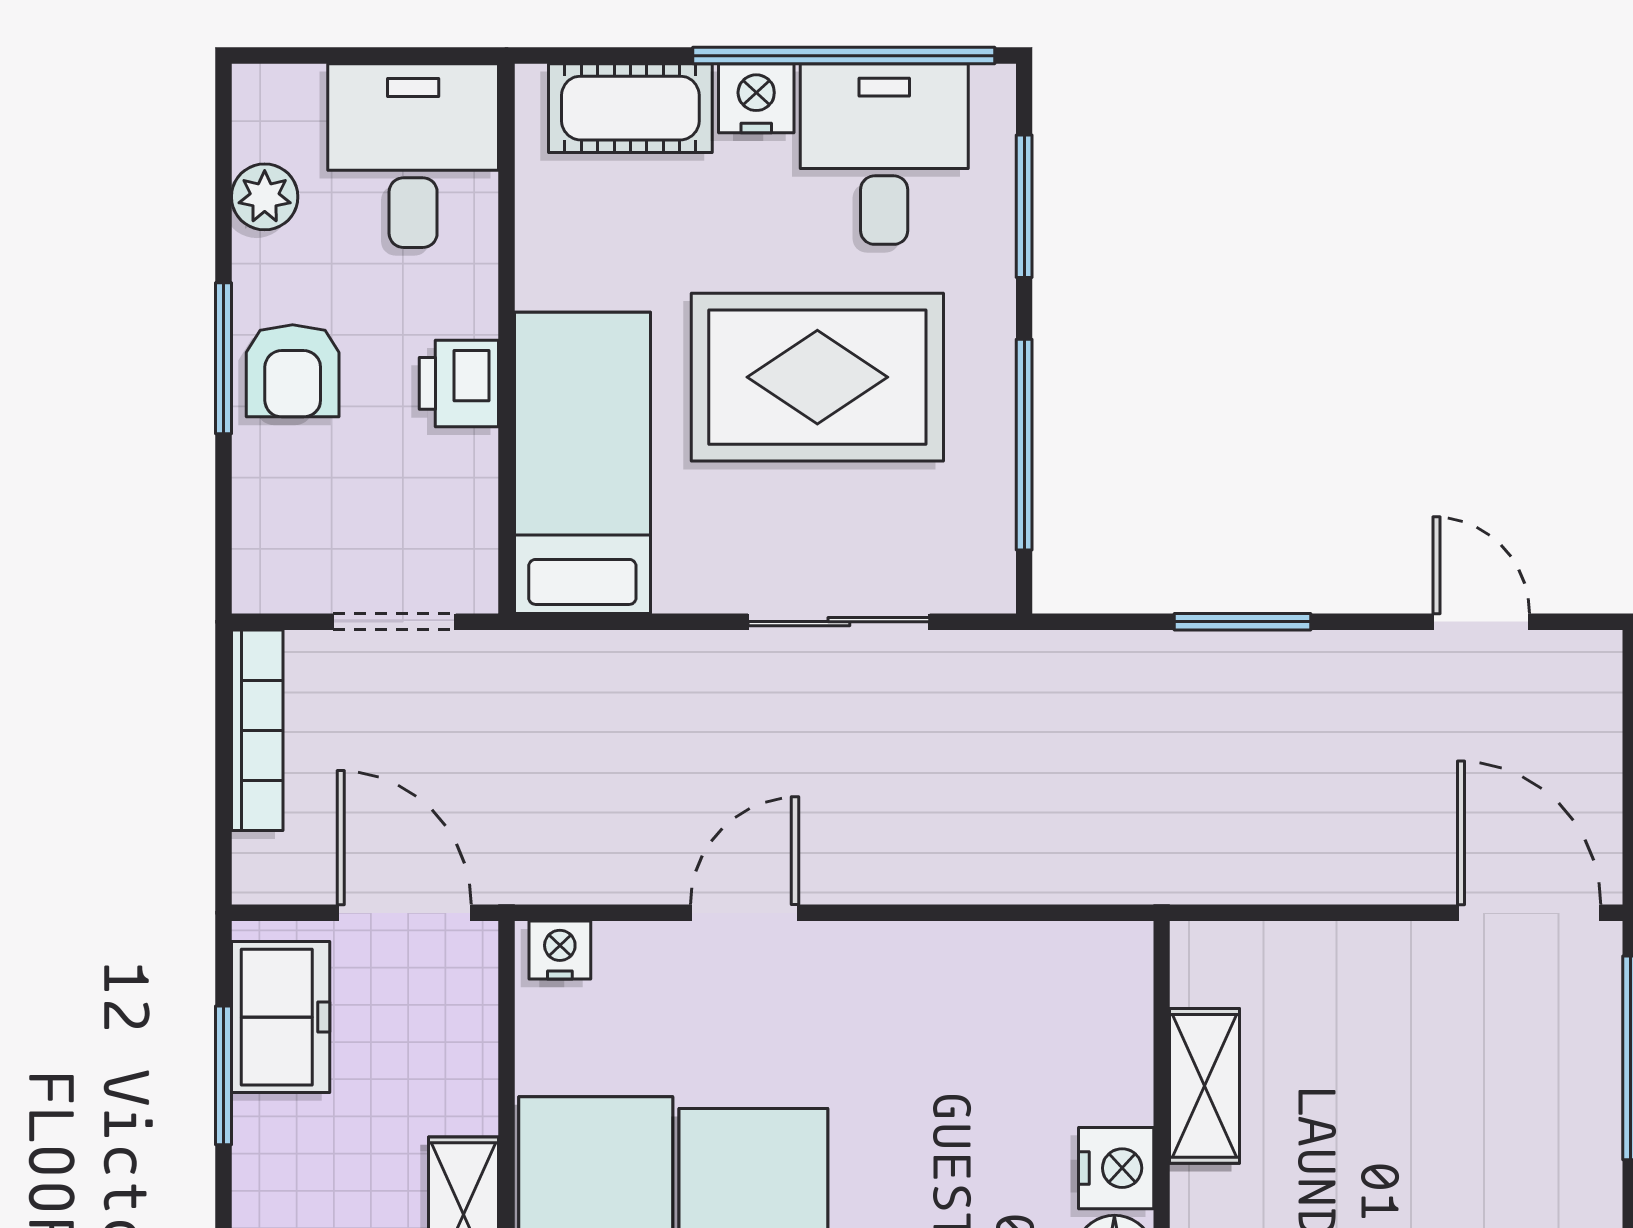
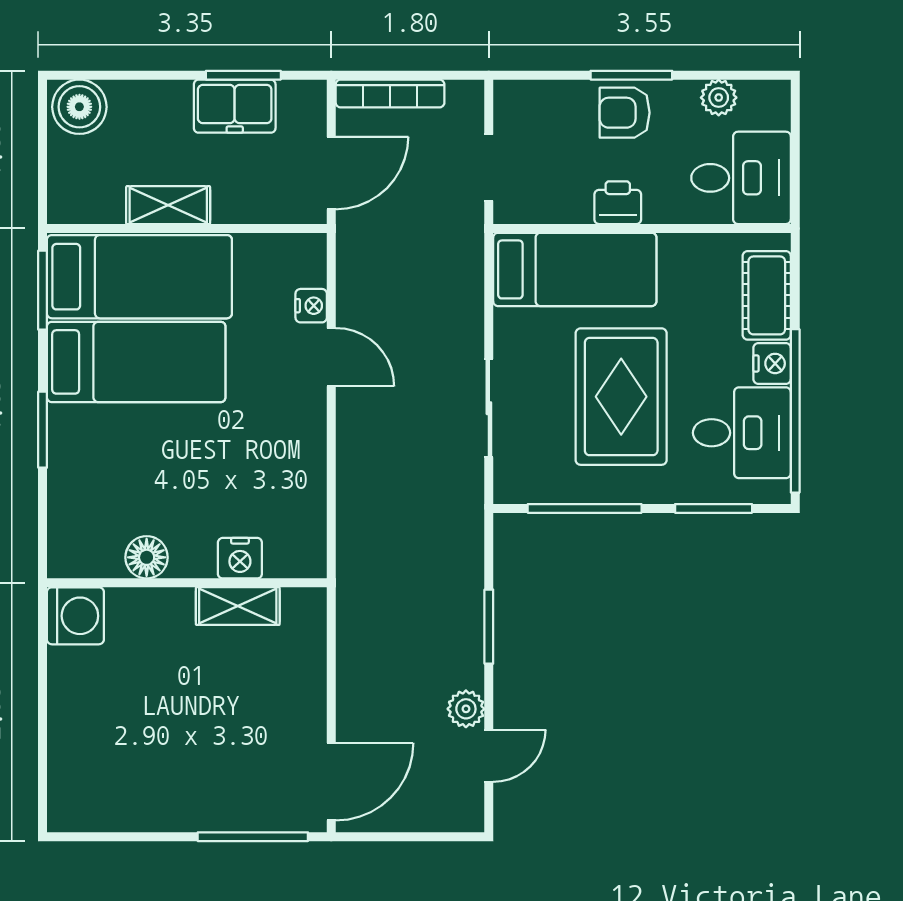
plant: (1395, 664) -> (466, 709), added
bookcase: (257, 730) -> (390, 94), moved
nightstand: (560, 950) -> (311, 306), moved
freezer: (281, 1017) -> (235, 106), moved
nightstand: (1116, 1168) -> (240, 558), moved

